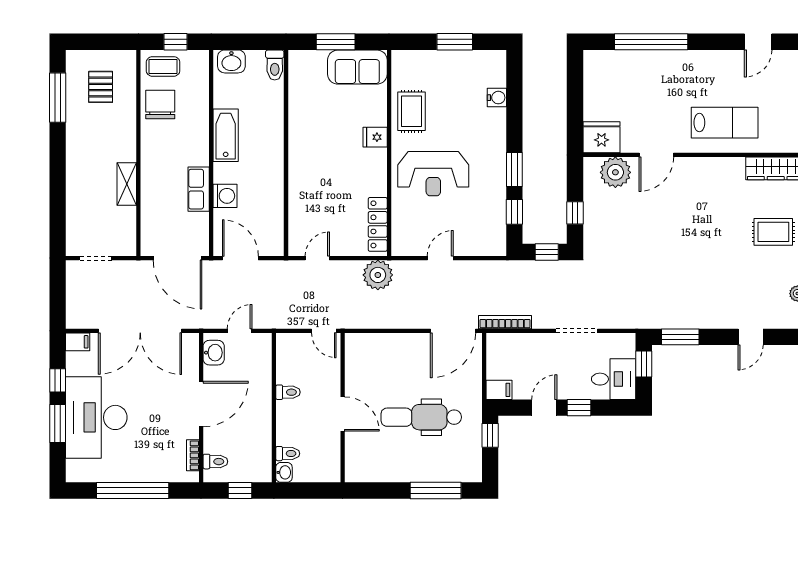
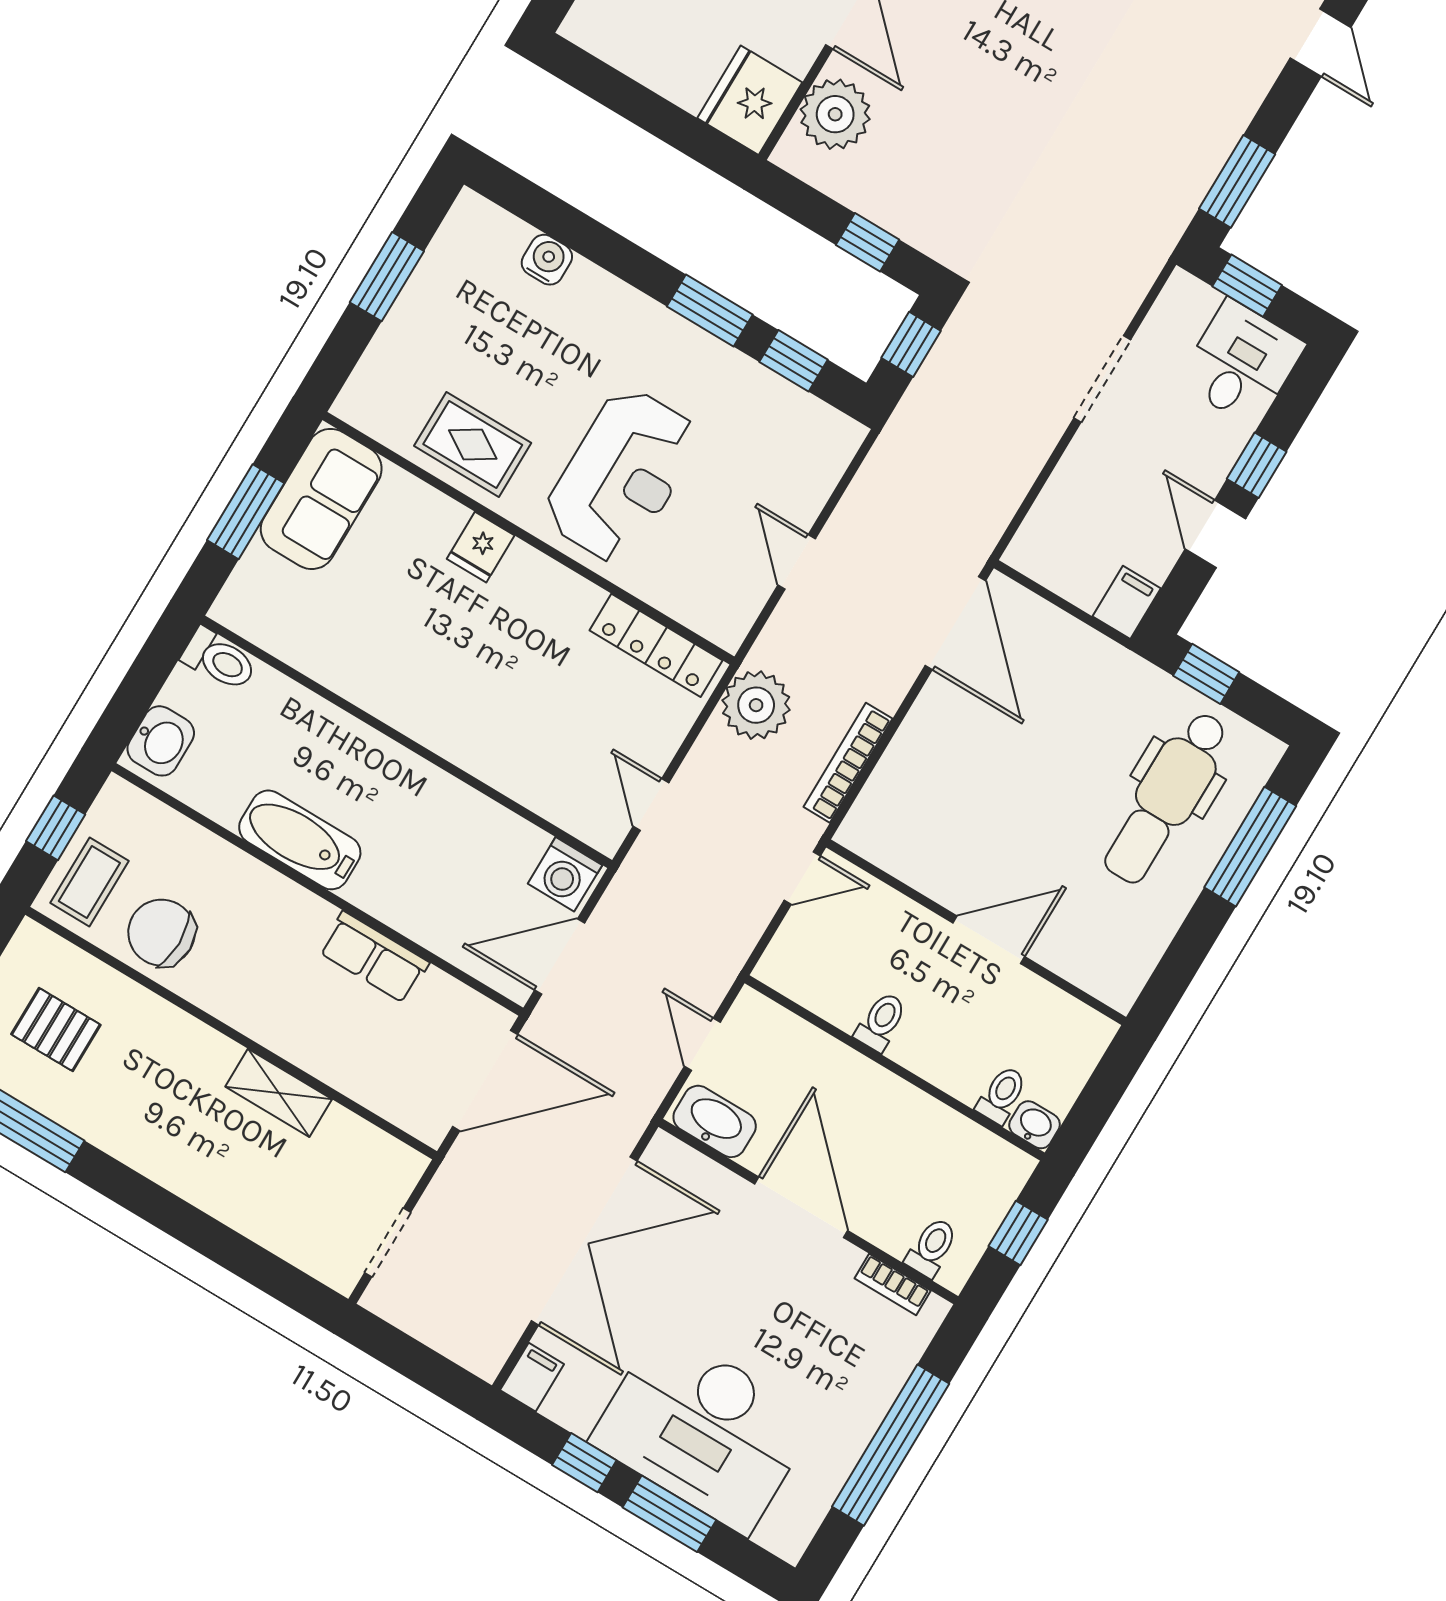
washing machine: (225, 196) -> (565, 874), moved, turned 180
bookcase: (505, 322) -> (848, 763), moved
washbasin: (214, 353) -> (715, 1121), width x1.38
dental chair: (421, 417) -> (1166, 797), moved

